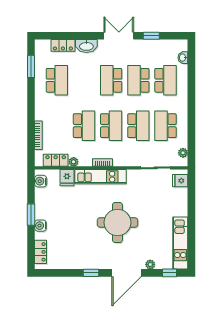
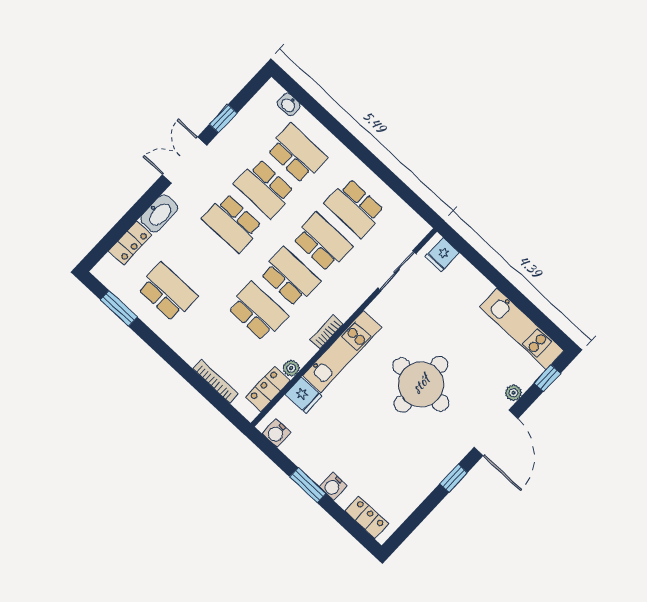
plant: (183, 153) -> (410, 218), removed

